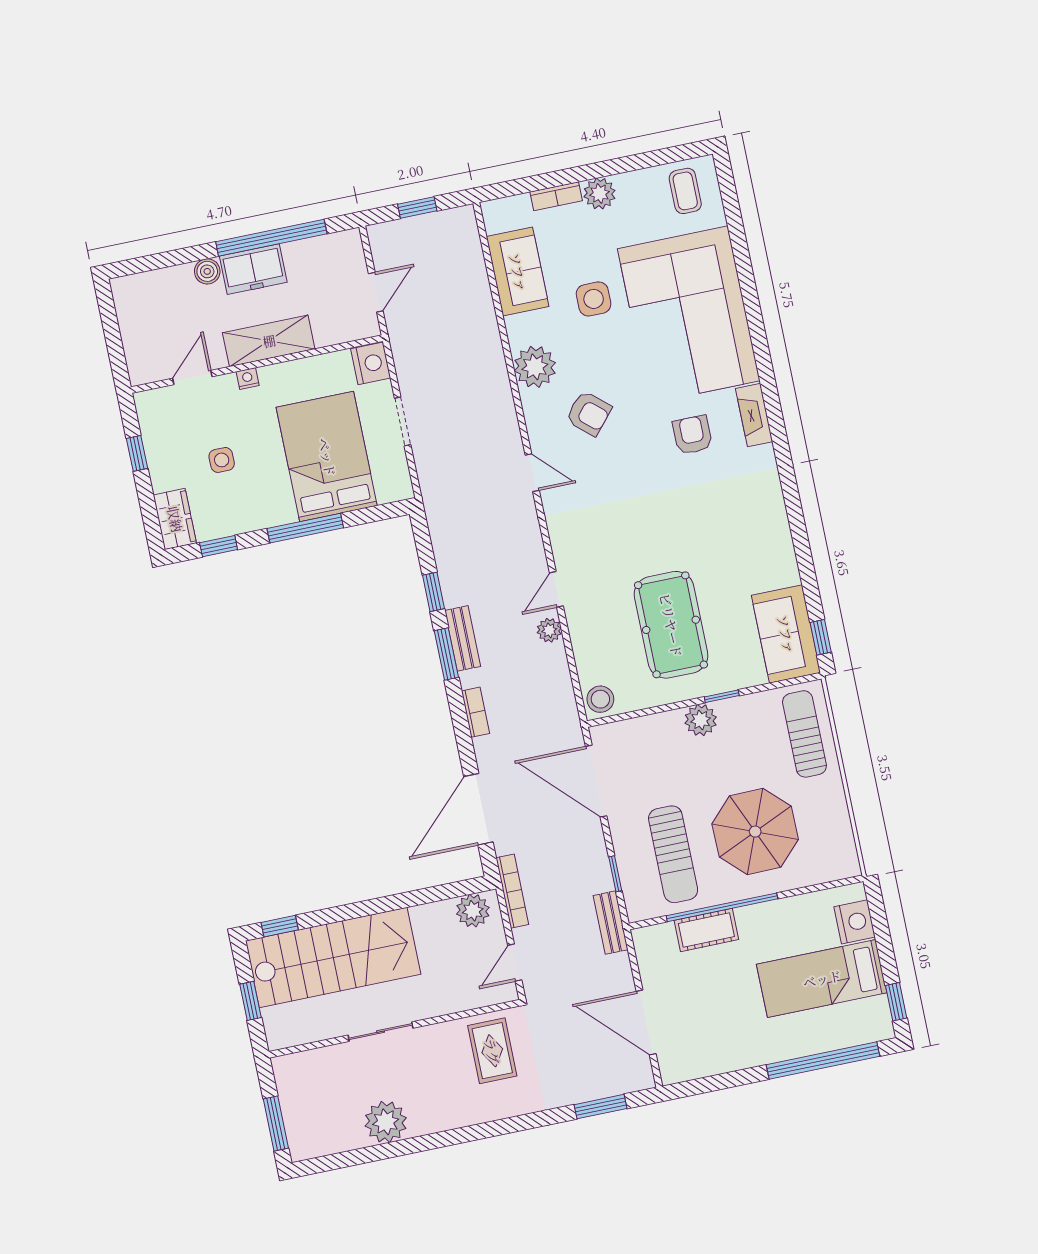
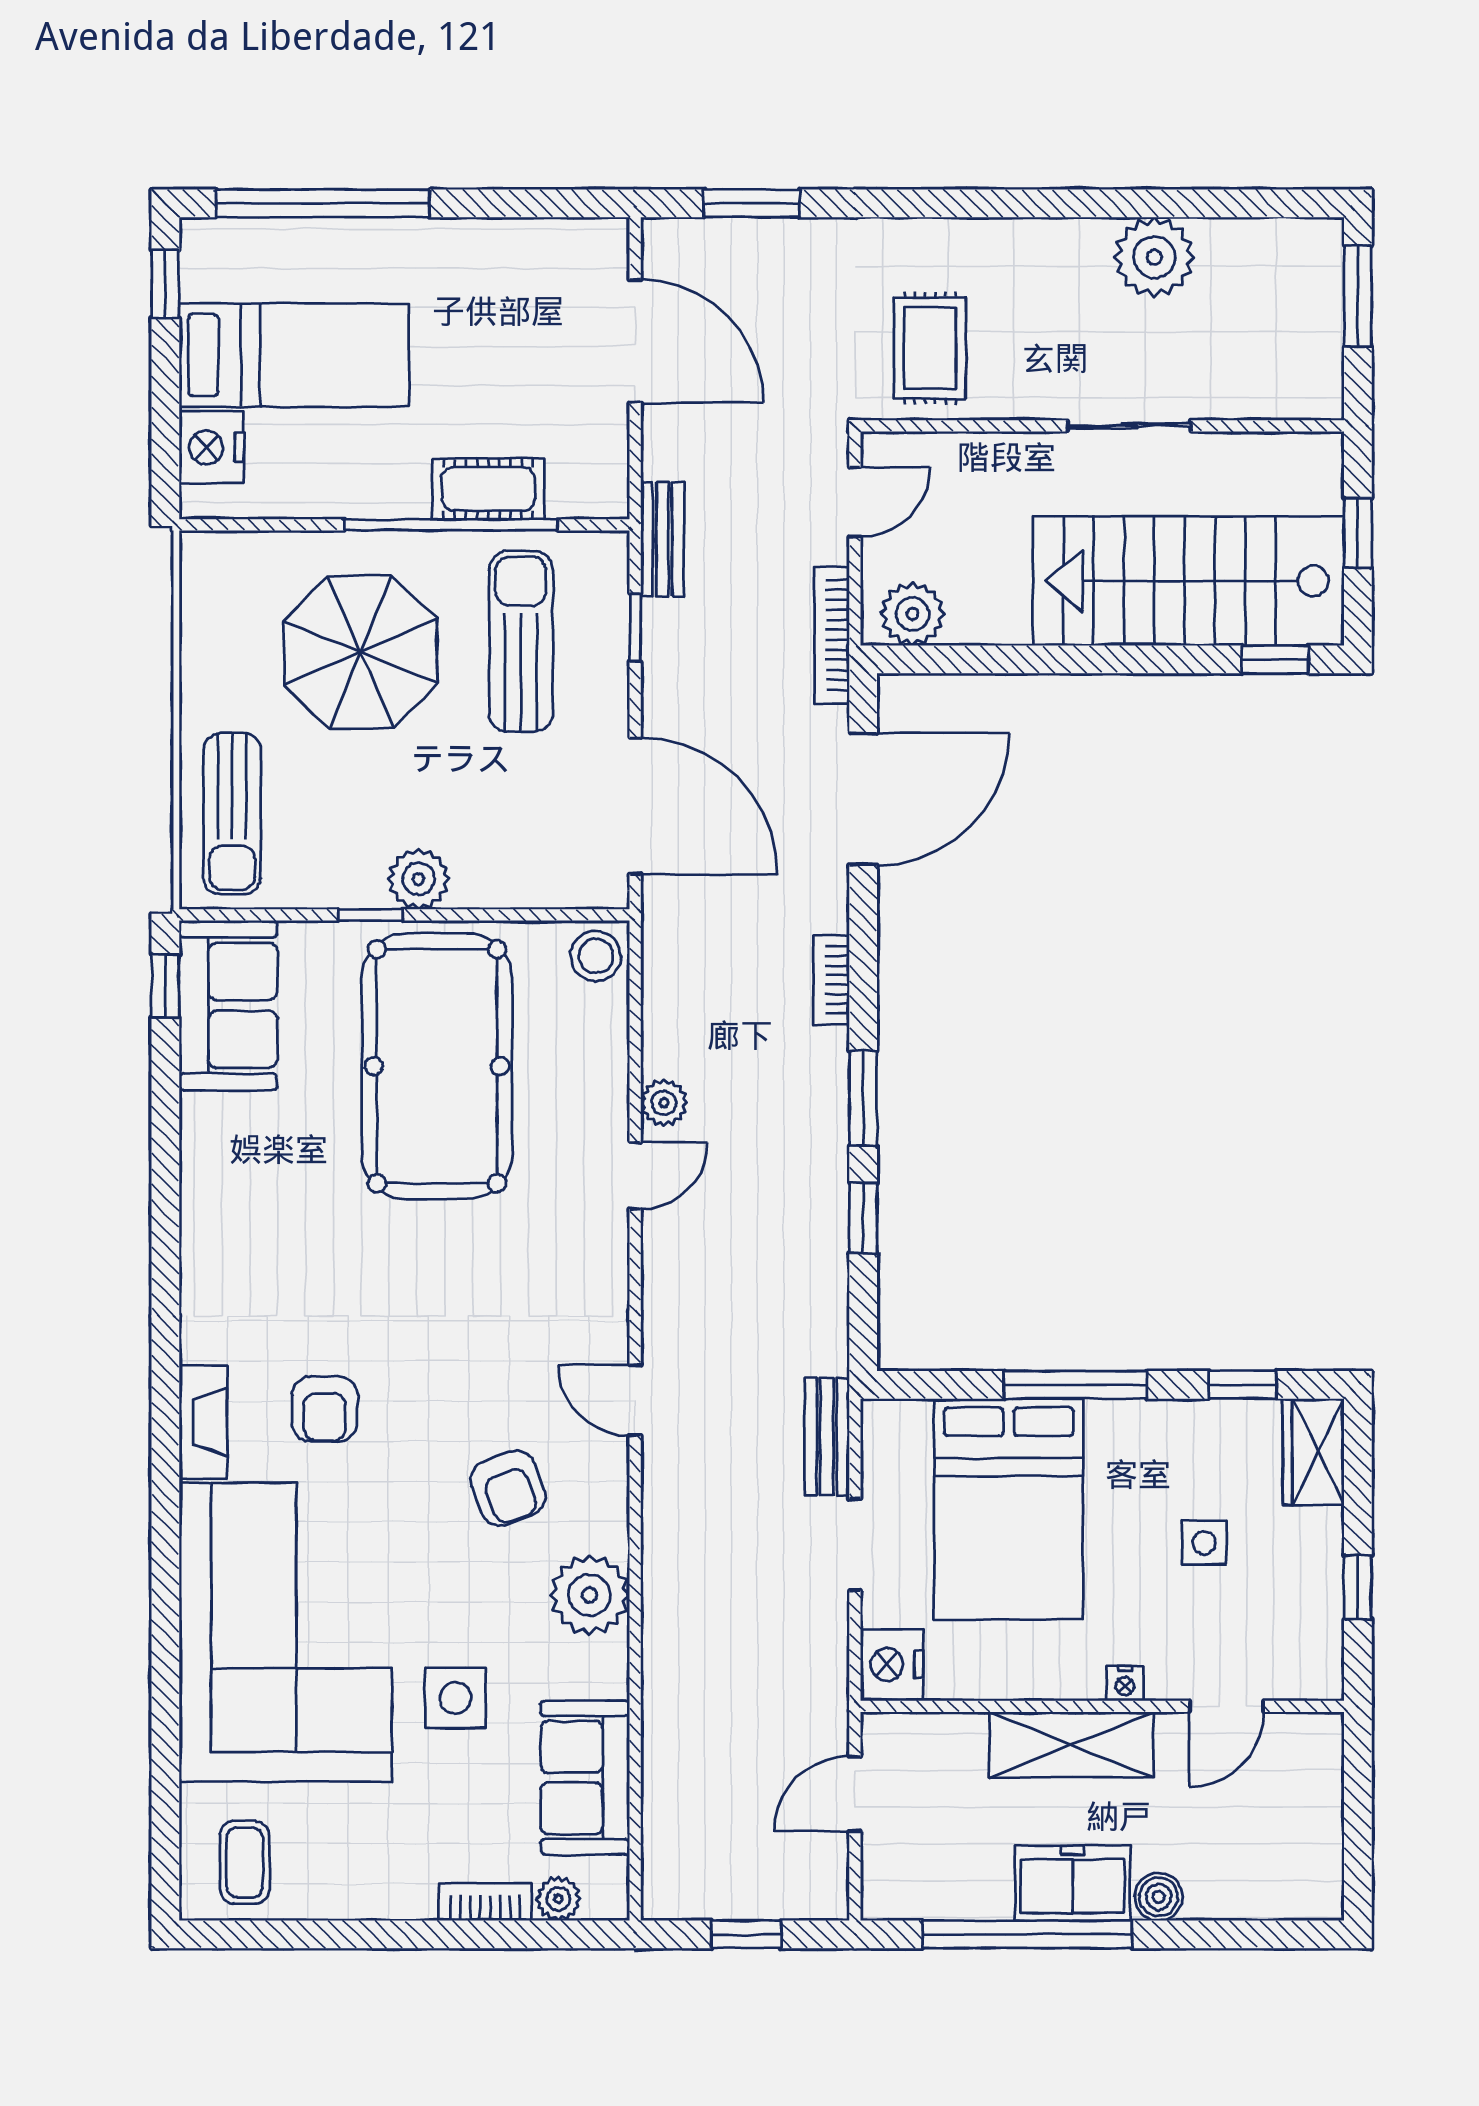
plant: (600, 194) -> (558, 1899), moved, width x0.73, depth x0.73
armchair: (589, 413) -> (508, 1488), turned -152
pool table: (671, 625) -> (437, 1066), width x1.36, depth x1.32
bench: (463, 638) -> (827, 1437), moved

